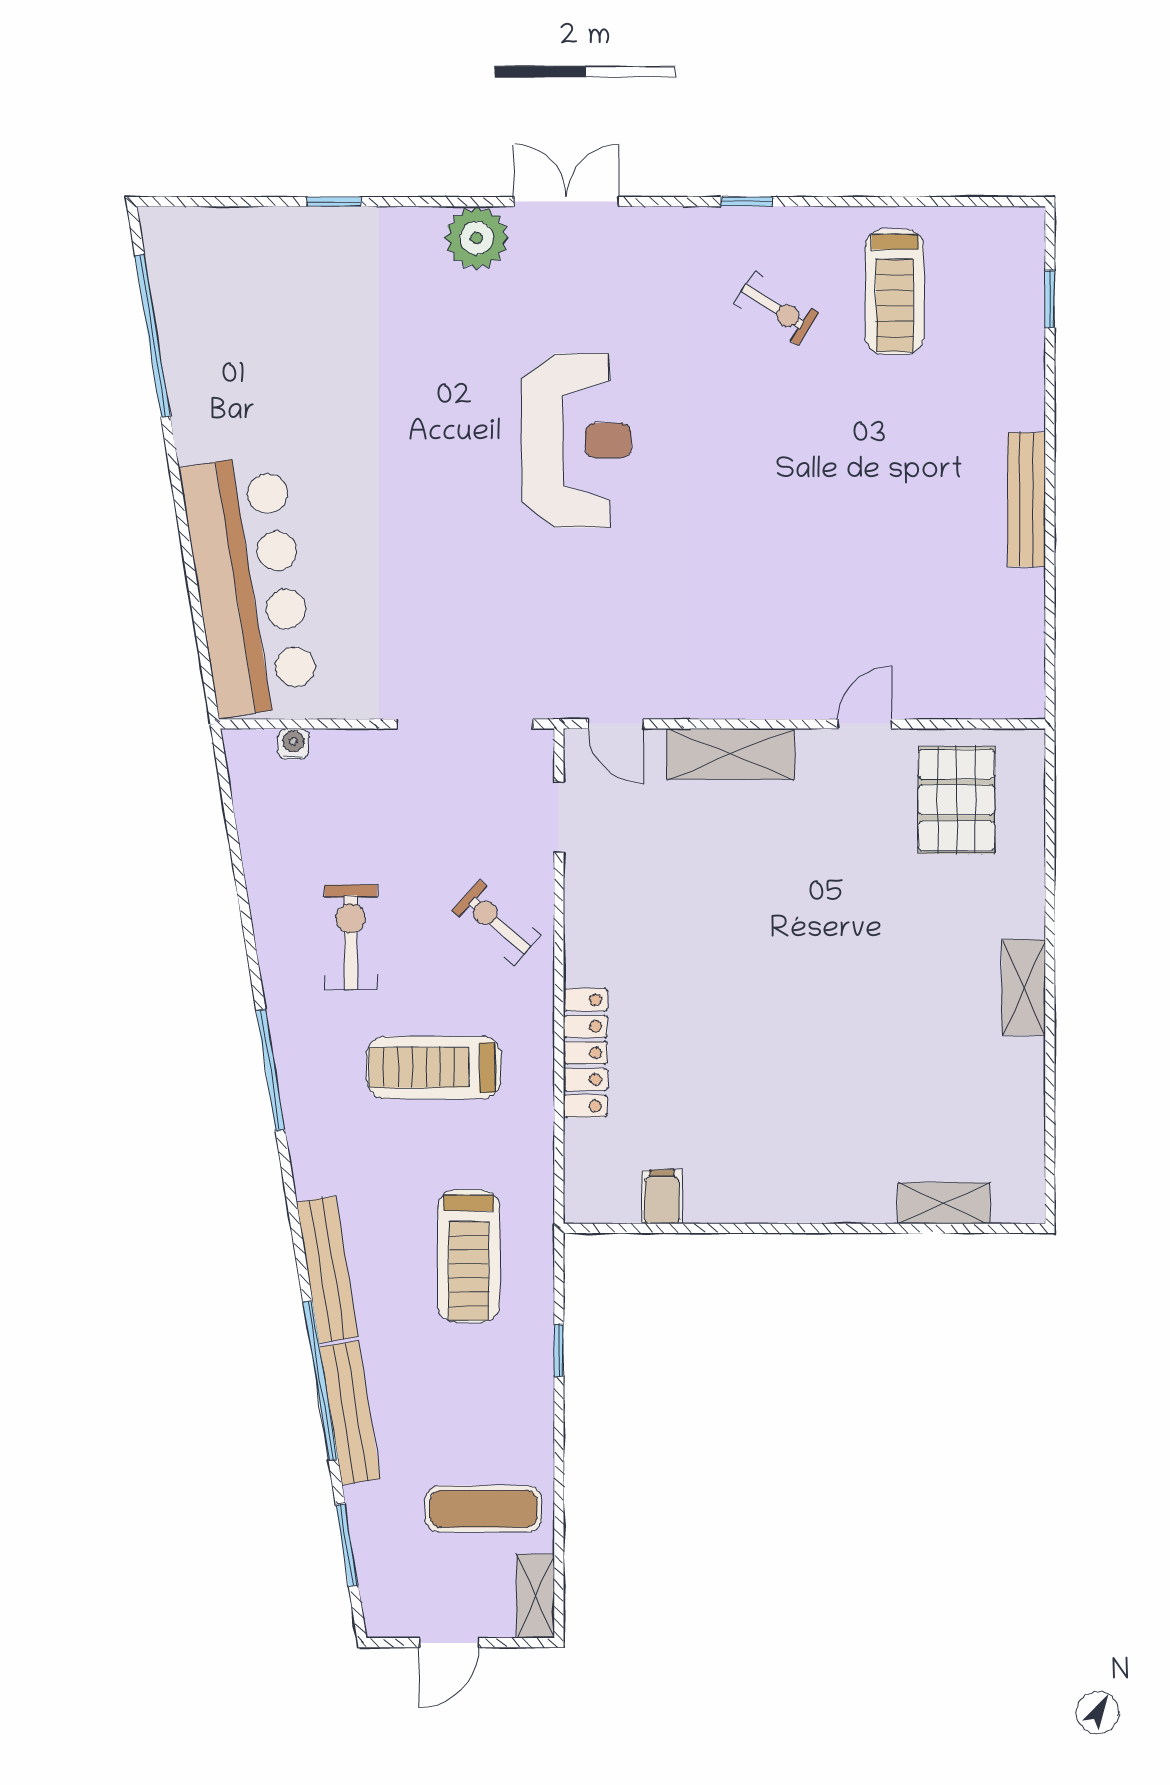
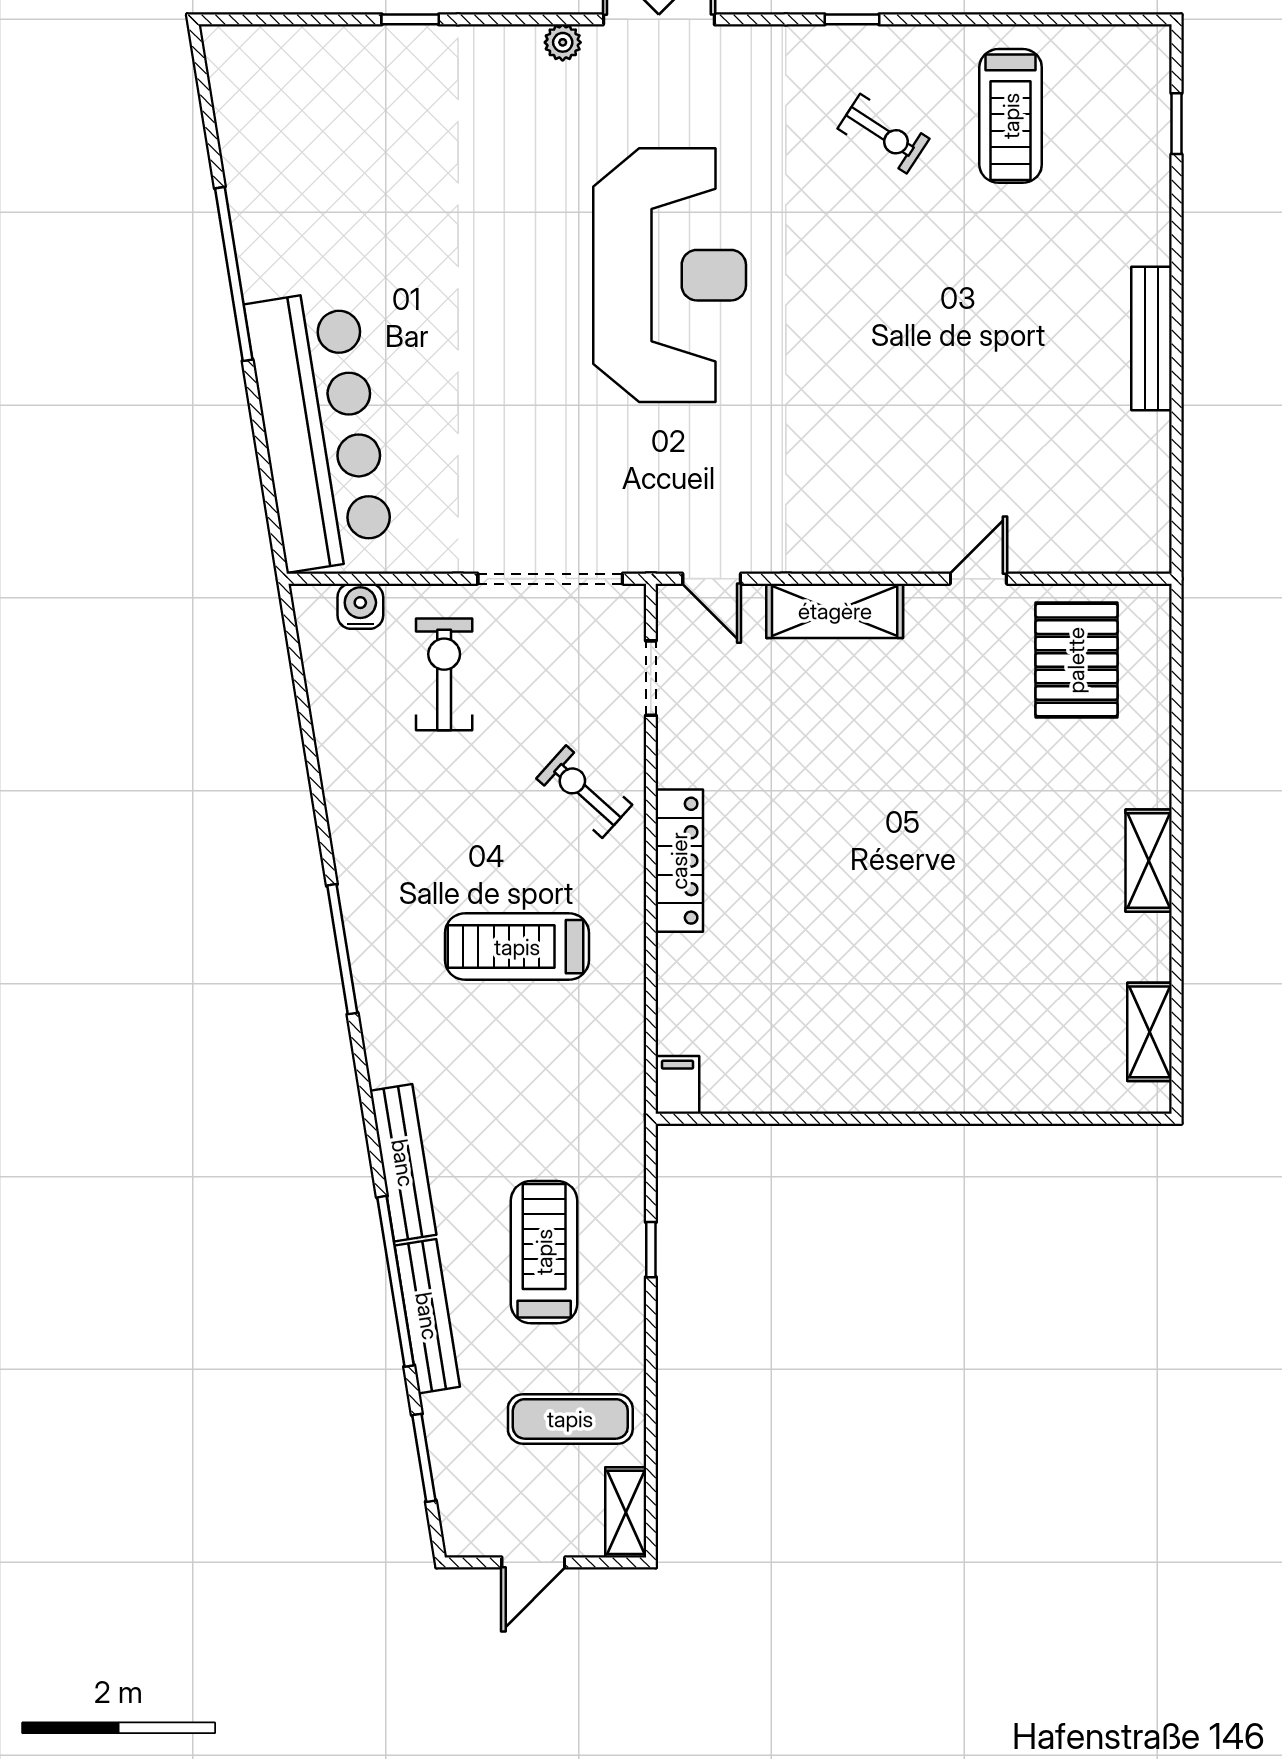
plant: (477, 238) -> (563, 42), width x0.53, depth x0.53
window: (153, 336) -> (234, 274), moved
reception desk: (576, 440) -> (670, 275), width x1.36, depth x1.30
water cooler: (293, 744) -> (360, 606), width x1.38, depth x1.38
exercise bike: (351, 937) -> (444, 674), moved
locker: (585, 1053) -> (679, 861), moved
filing cabinet: (662, 1197) -> (677, 1085), moved
shelving: (944, 1203) -> (1150, 1032), moved, turned 90
treadmill: (469, 1256) -> (544, 1252), moved, turned 180

